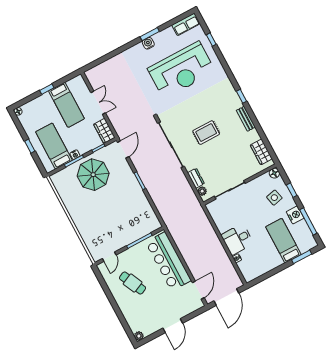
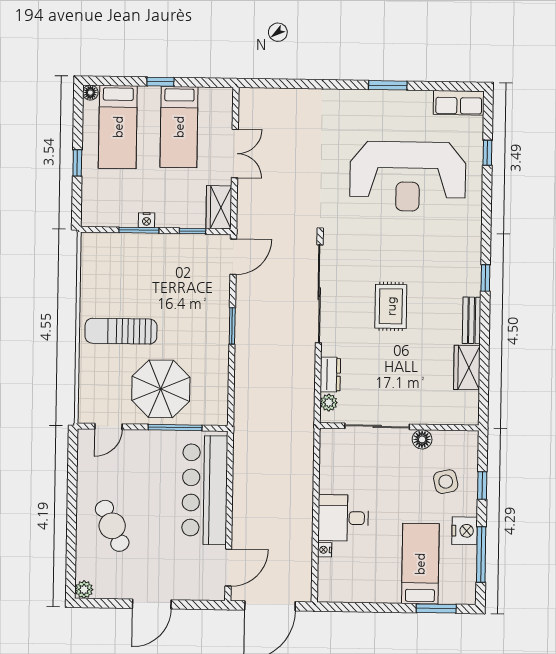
water cooler: (148, 43) -> (377, 100), removed
rug: (206, 133) -> (391, 306), turned 90
bed: (54, 146) -> (118, 127), moved, turned 180
wardrobe: (261, 152) -> (467, 368), moved
floor lamp: (274, 173) -> (422, 439), moved
parasol: (93, 175) -> (161, 389), moved
sun lounger: (91, 211) -> (121, 331), added
cafe table: (133, 283) -> (112, 526), moved

